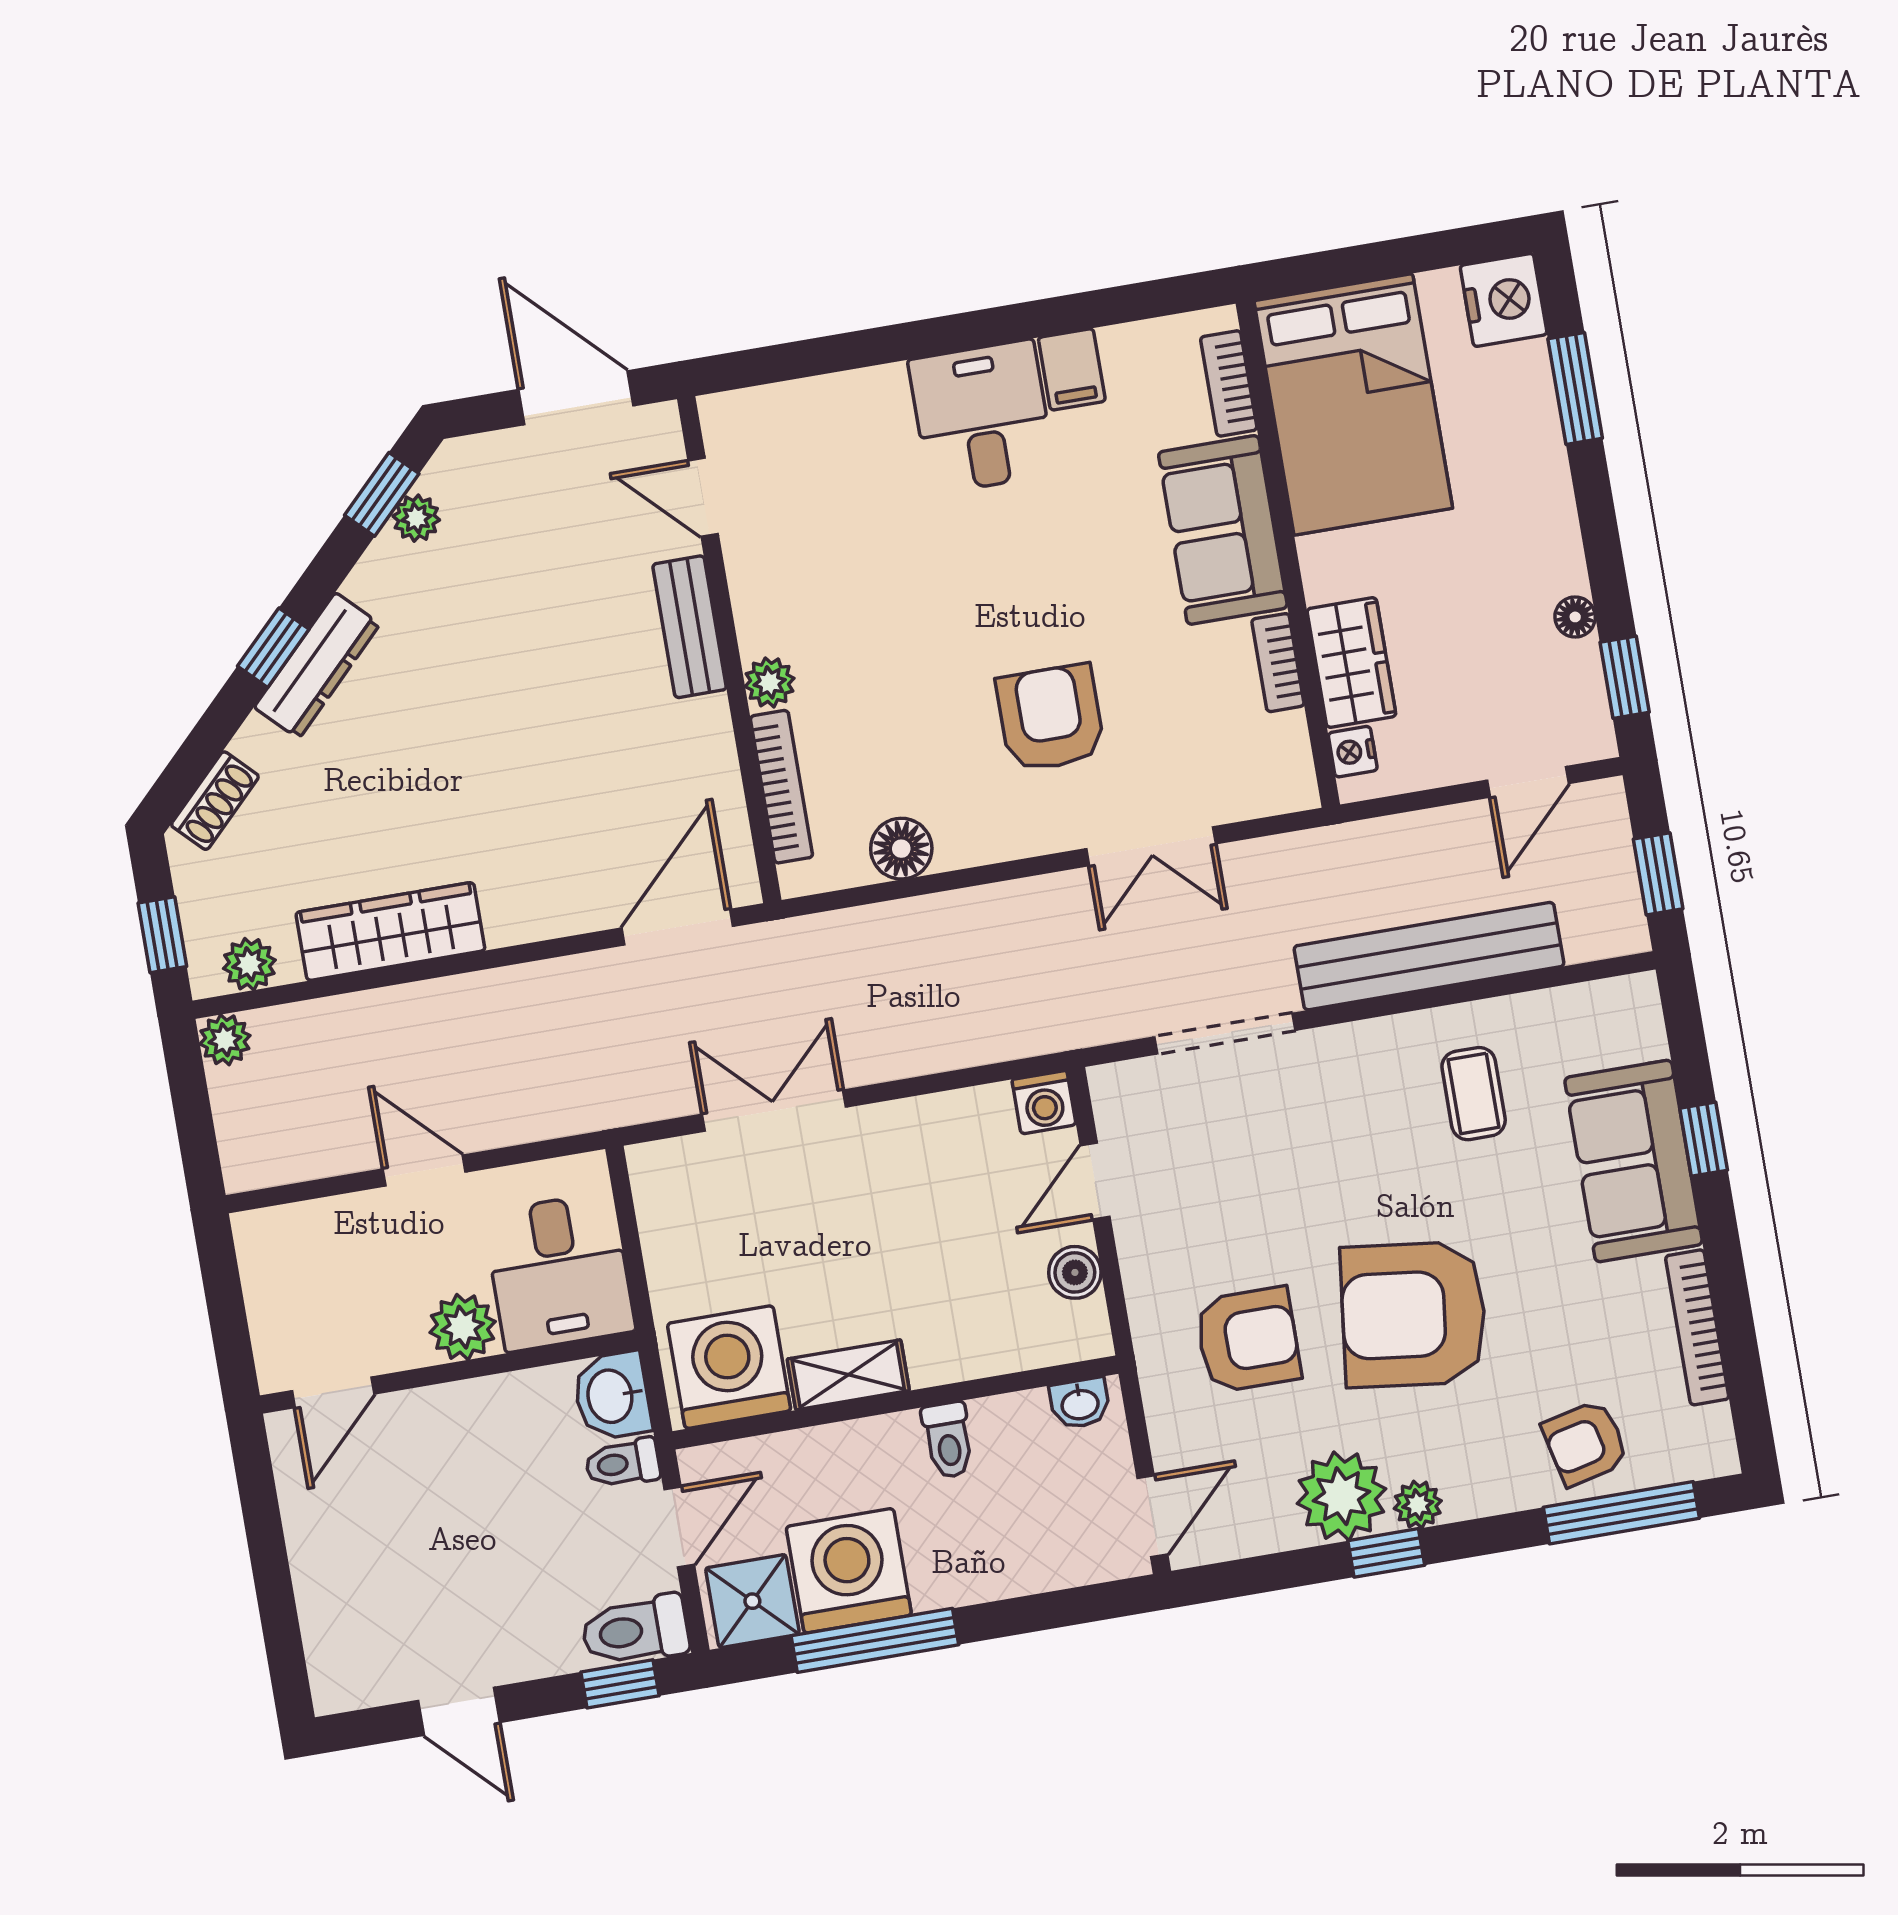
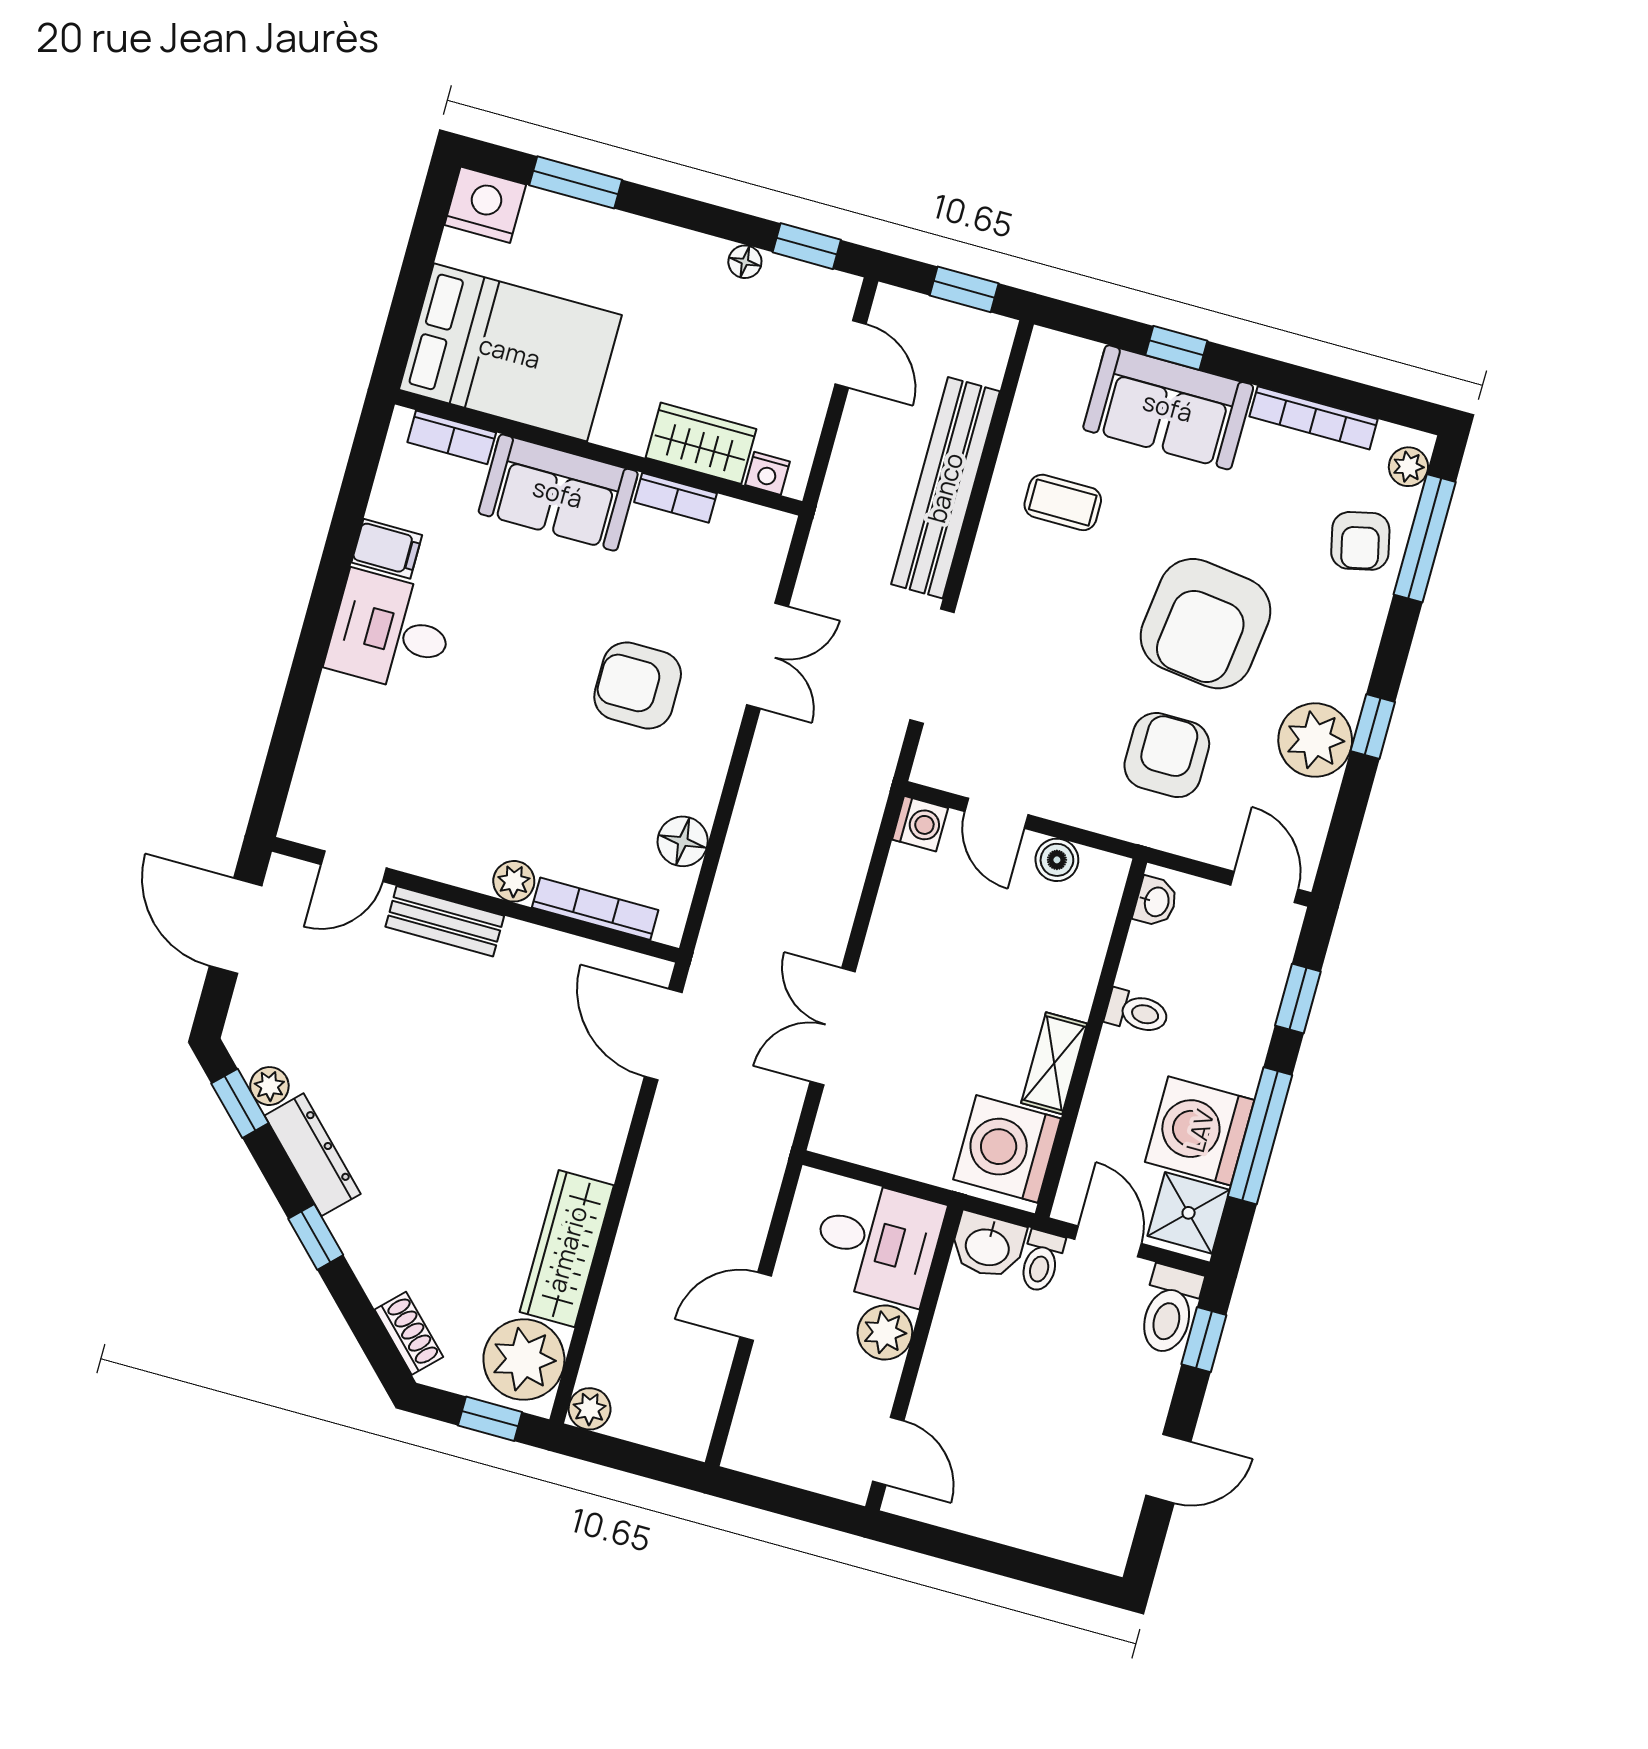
door: (576, 398) -> (236, 926), hinge flipped
dresser: (317, 666) -> (313, 1155), moved
plant: (249, 964) -> (524, 1360), width x1.87, depth x1.87
plant: (1418, 1505) -> (1408, 467), moved
window: (1046, 1611) -> (1298, 998), added

